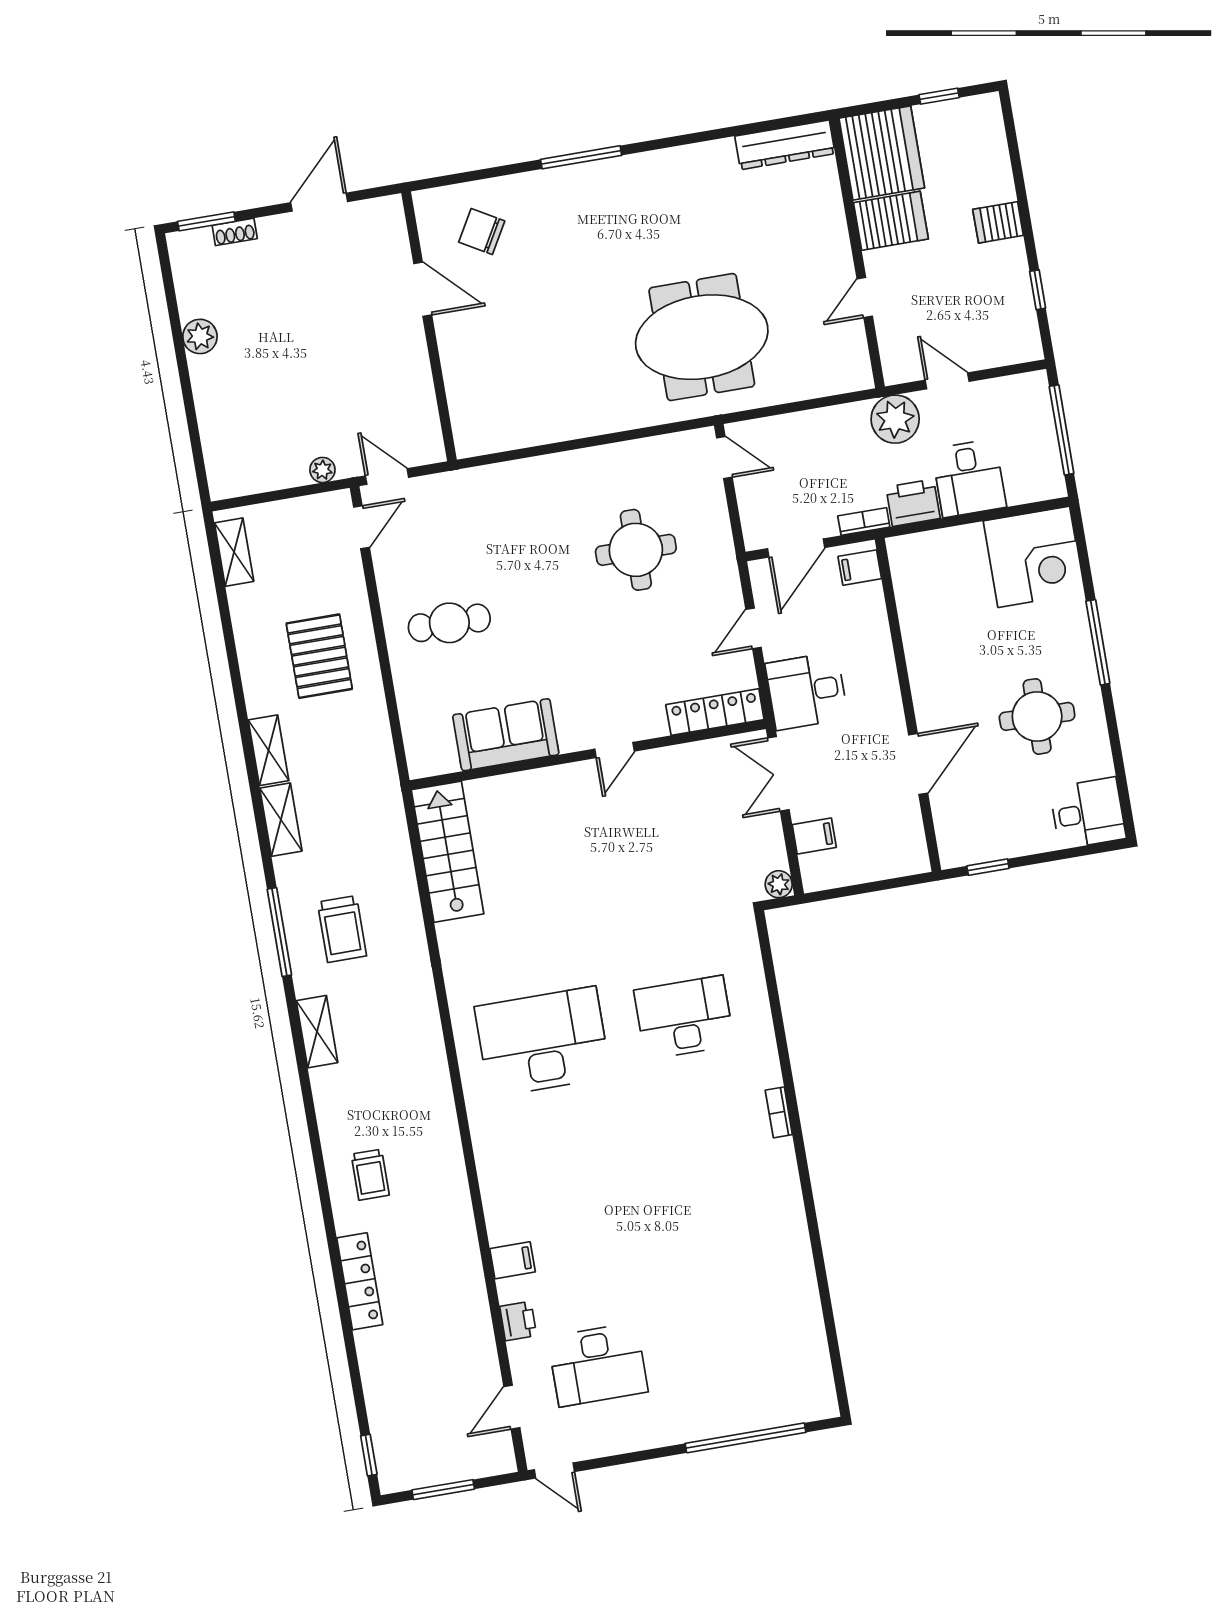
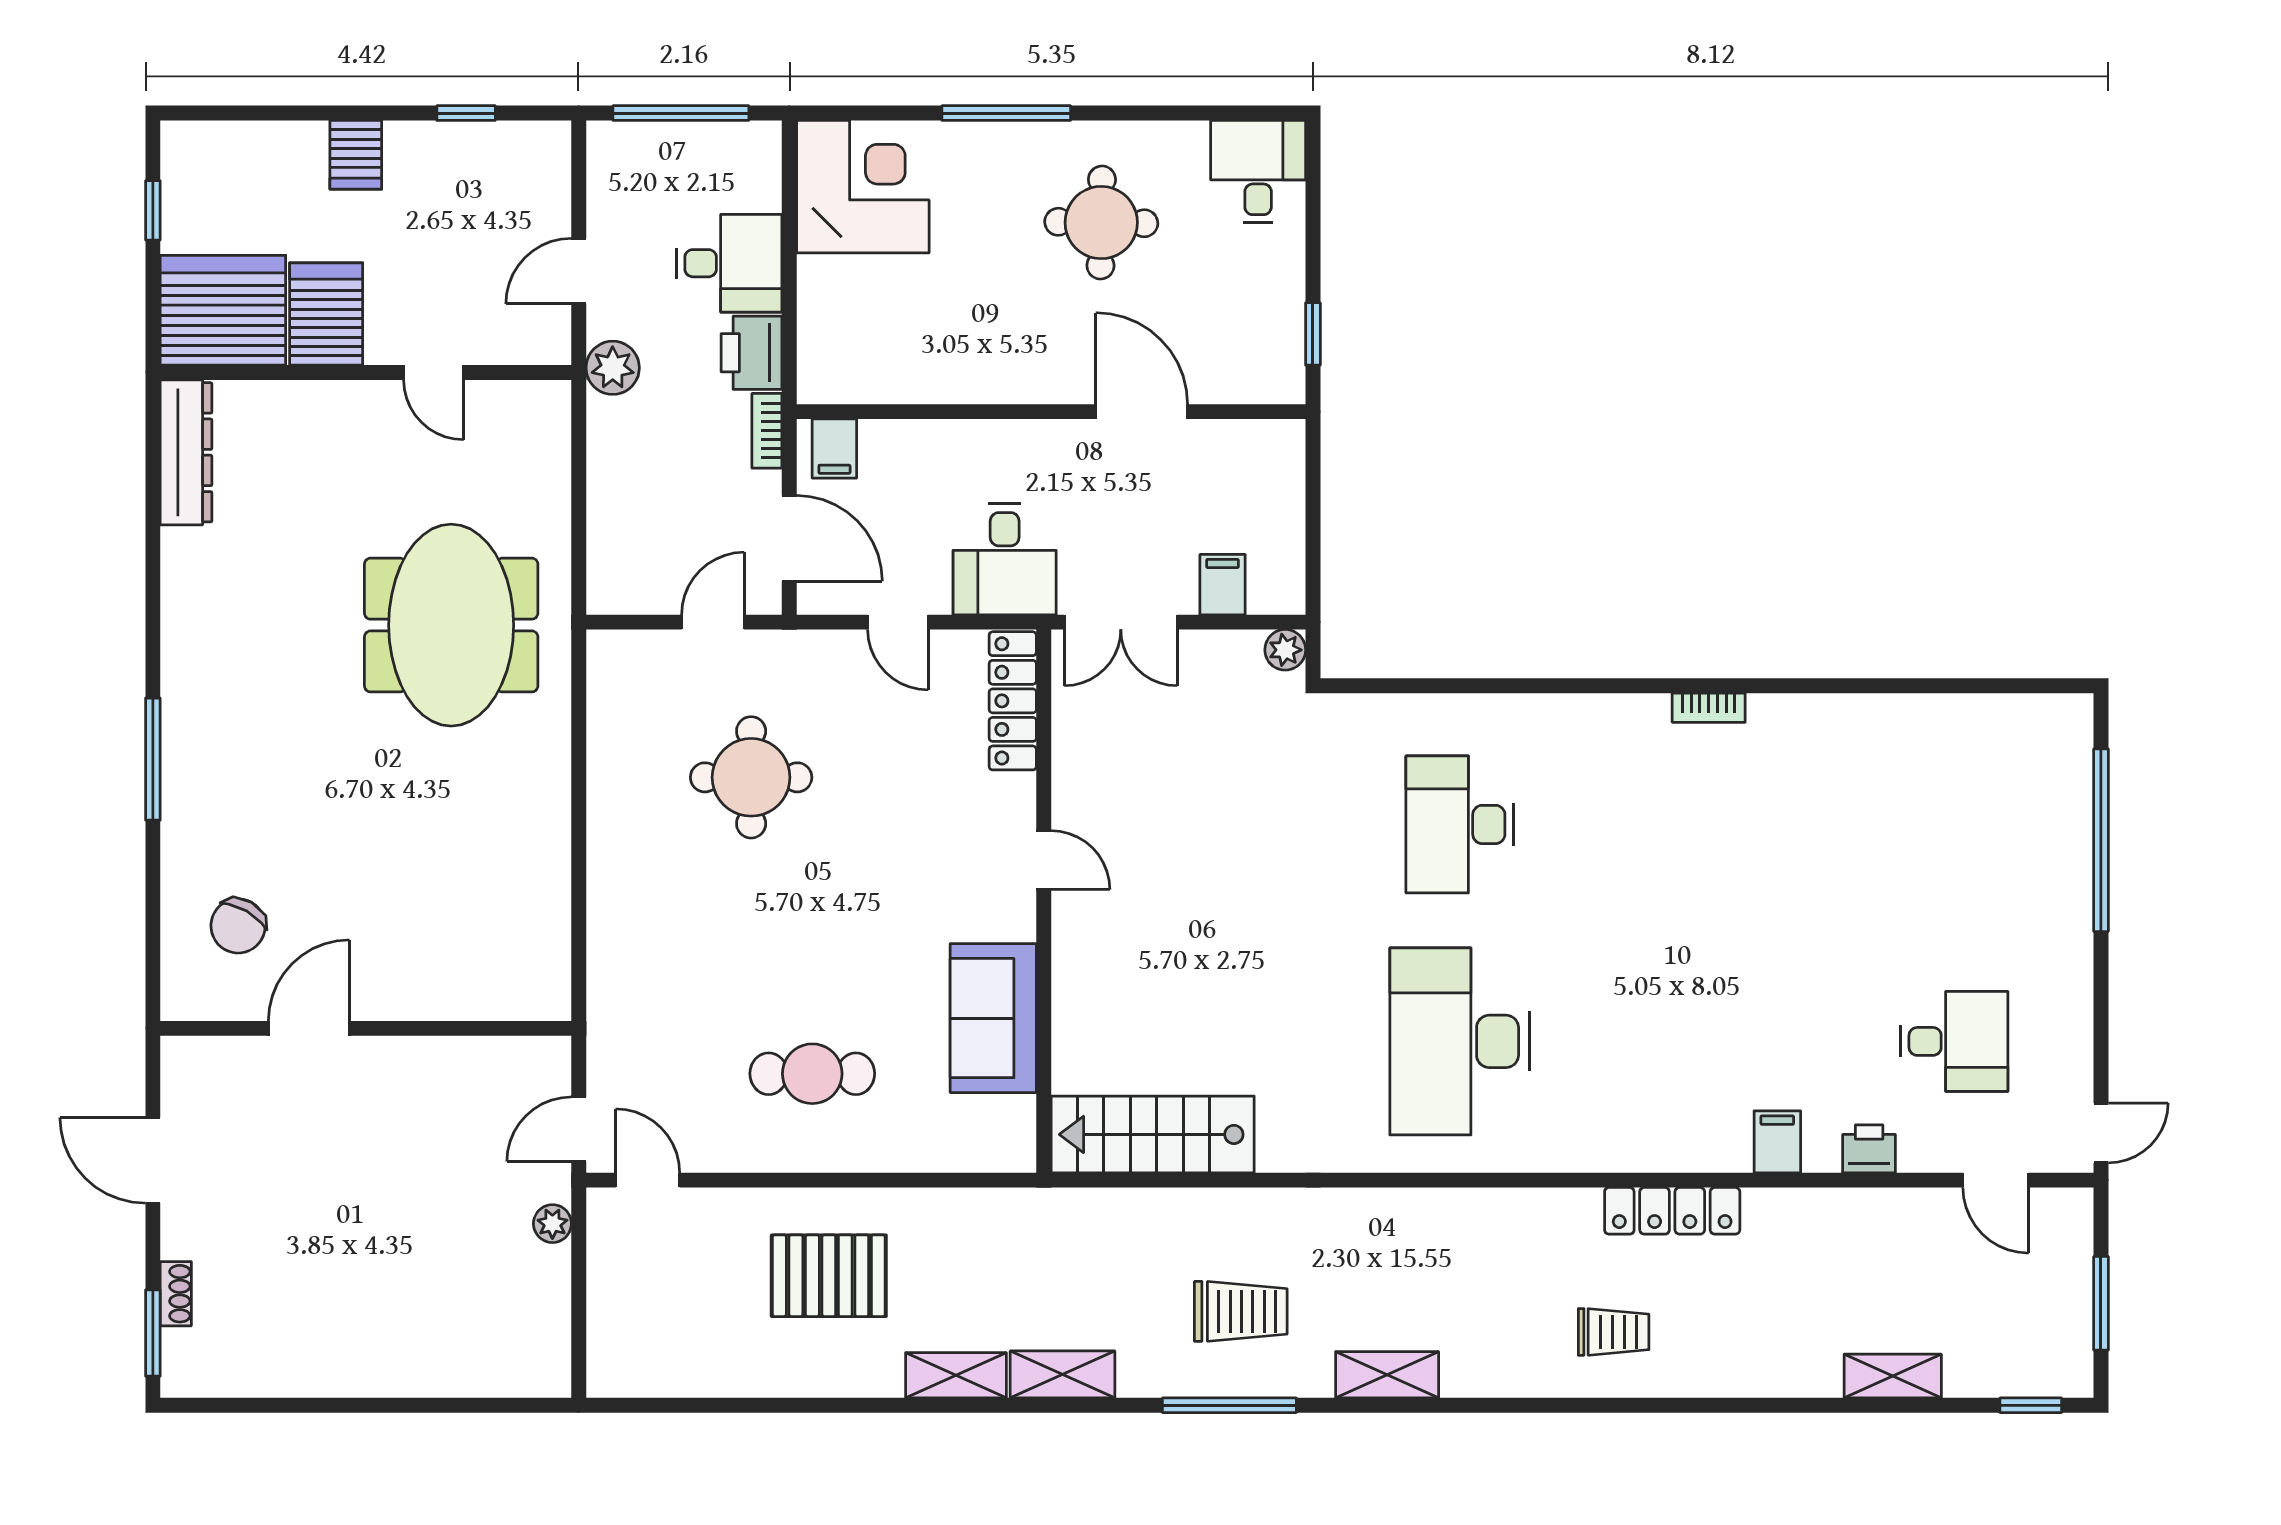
plant: (200, 336) -> (323, 1372), removed
plant: (895, 419) -> (613, 368), width x0.73, depth x0.73
door: (724, 458) -> (713, 622), moved
shelving: (234, 552) -> (1893, 1376), moved
cafe table: (449, 623) -> (812, 1074), turned 90
bookcase: (779, 1112) -> (1709, 708), moved
locker: (360, 1281) -> (1672, 1211), moved, turned 180
desk: (598, 1364) -> (1954, 1041), width x0.73

